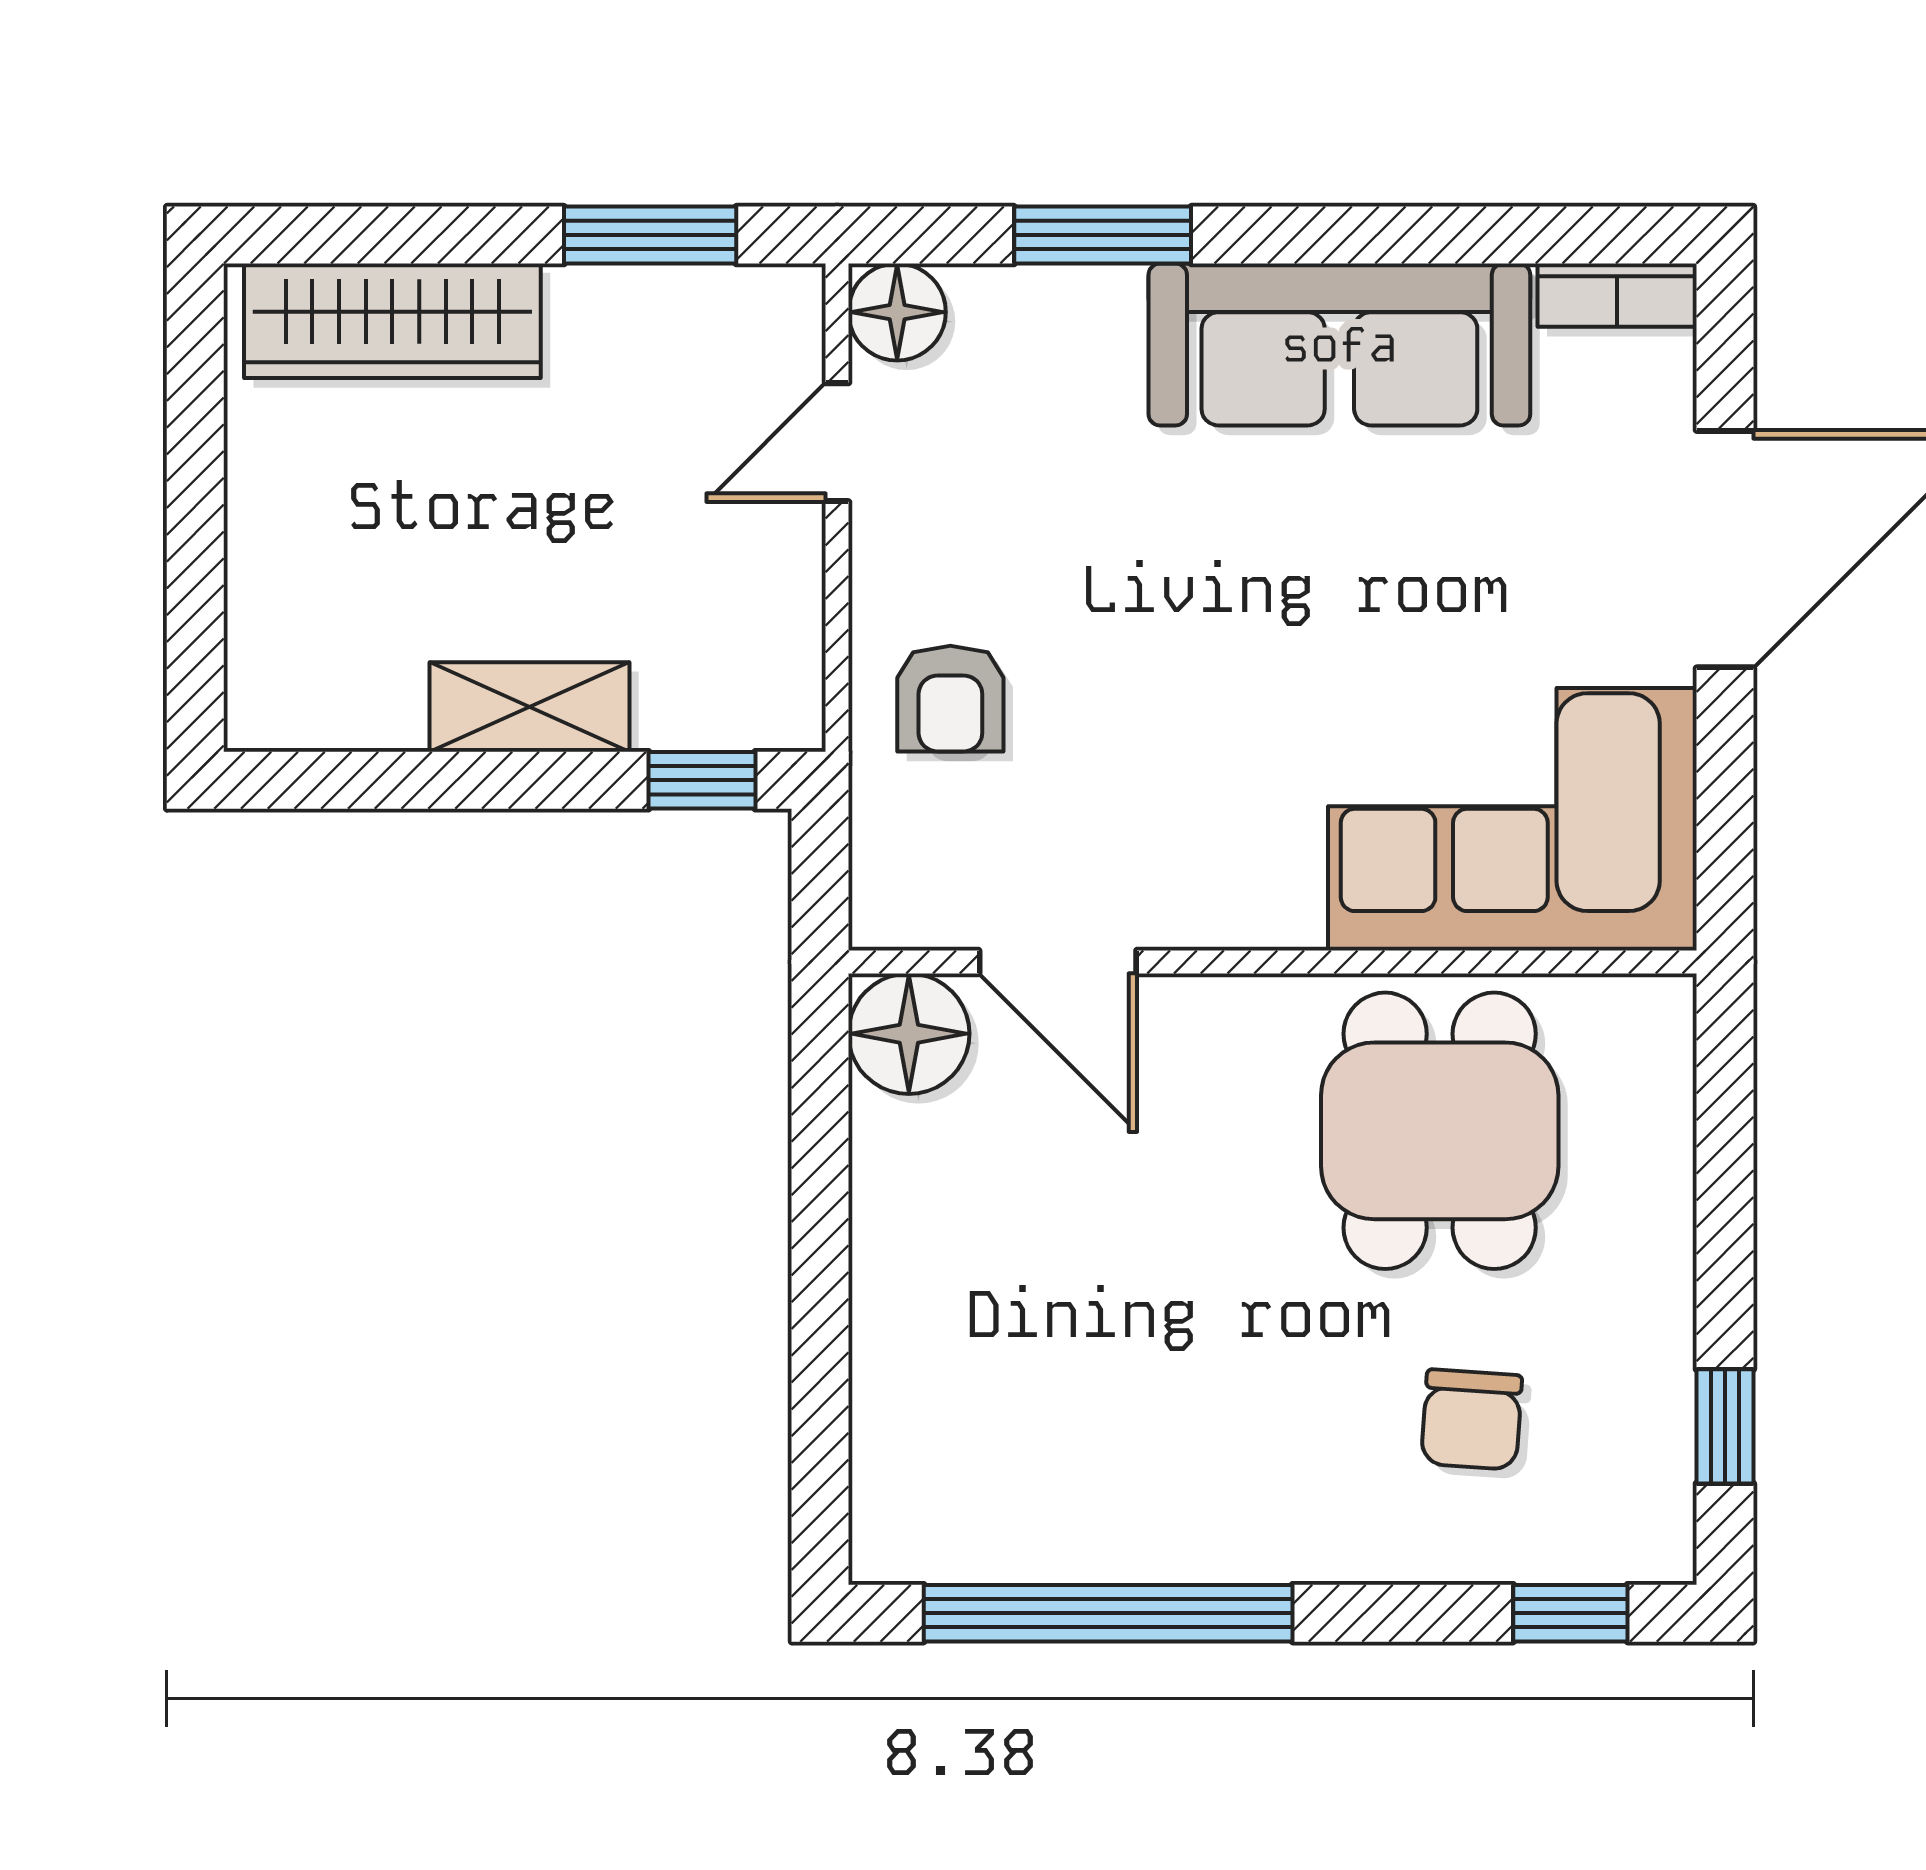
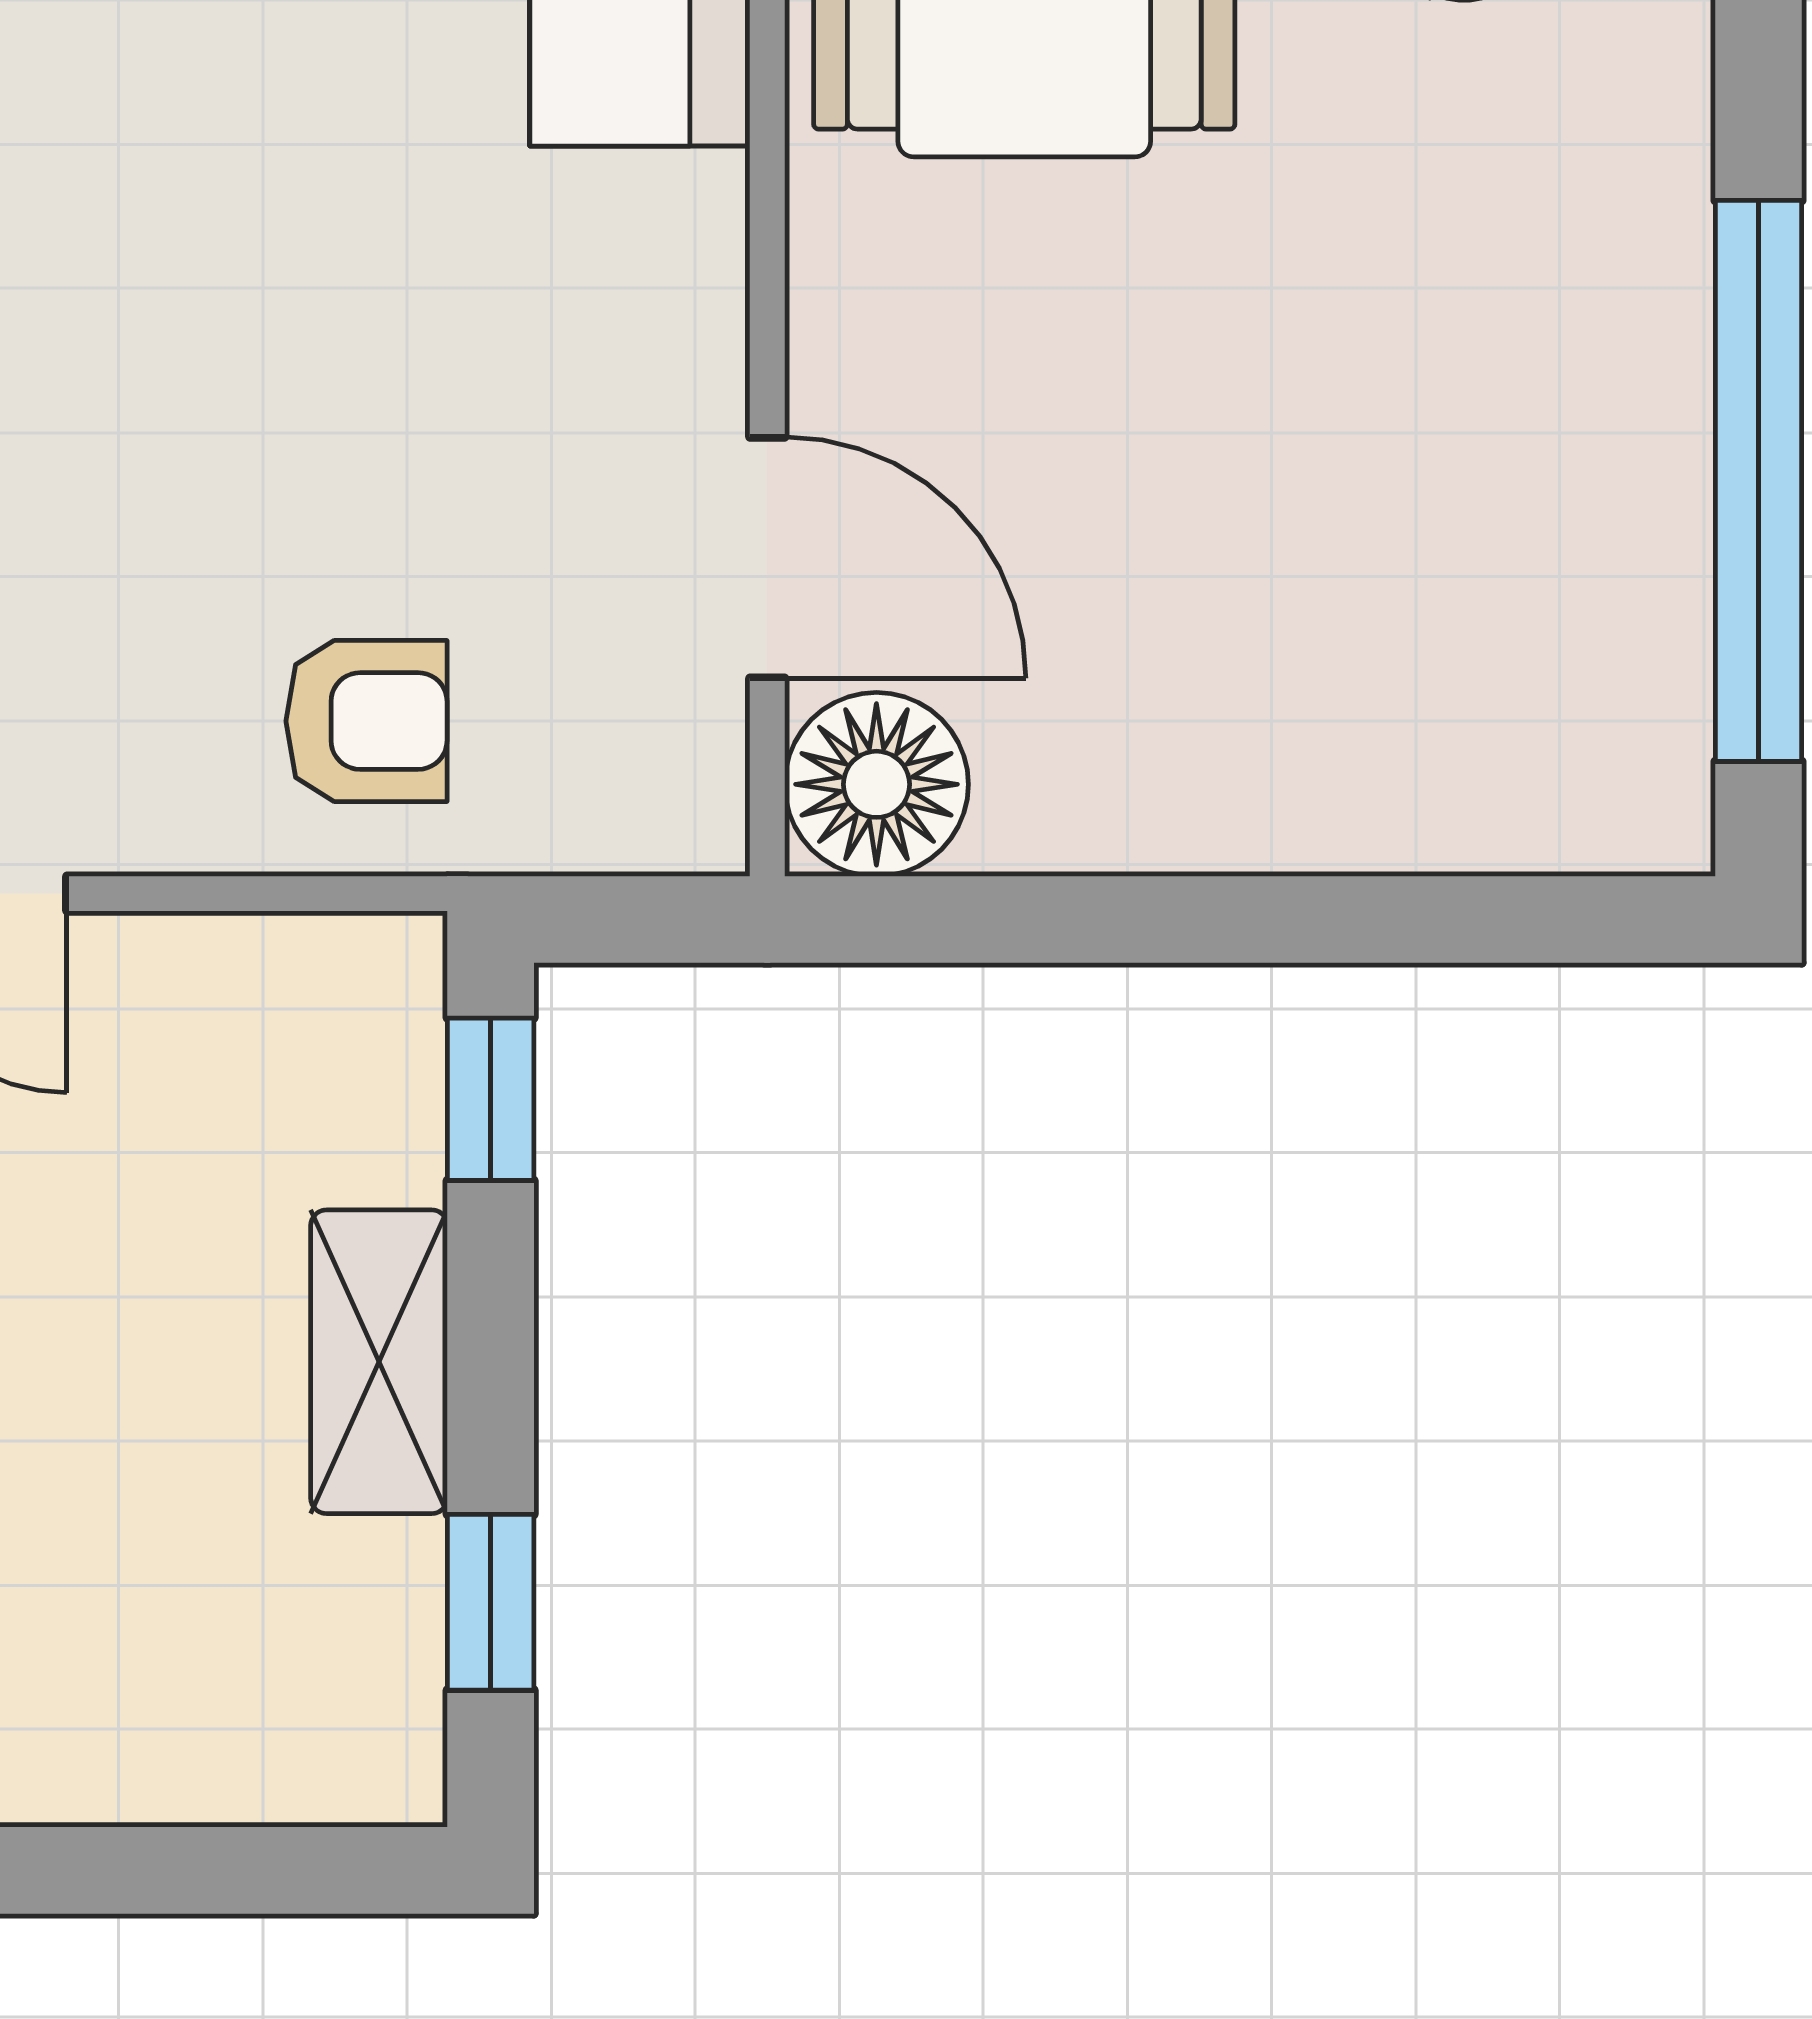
window: (372, 780) -> (491, 1602), added
door: (1058, 962) -> (767, 558), hinge flipped

